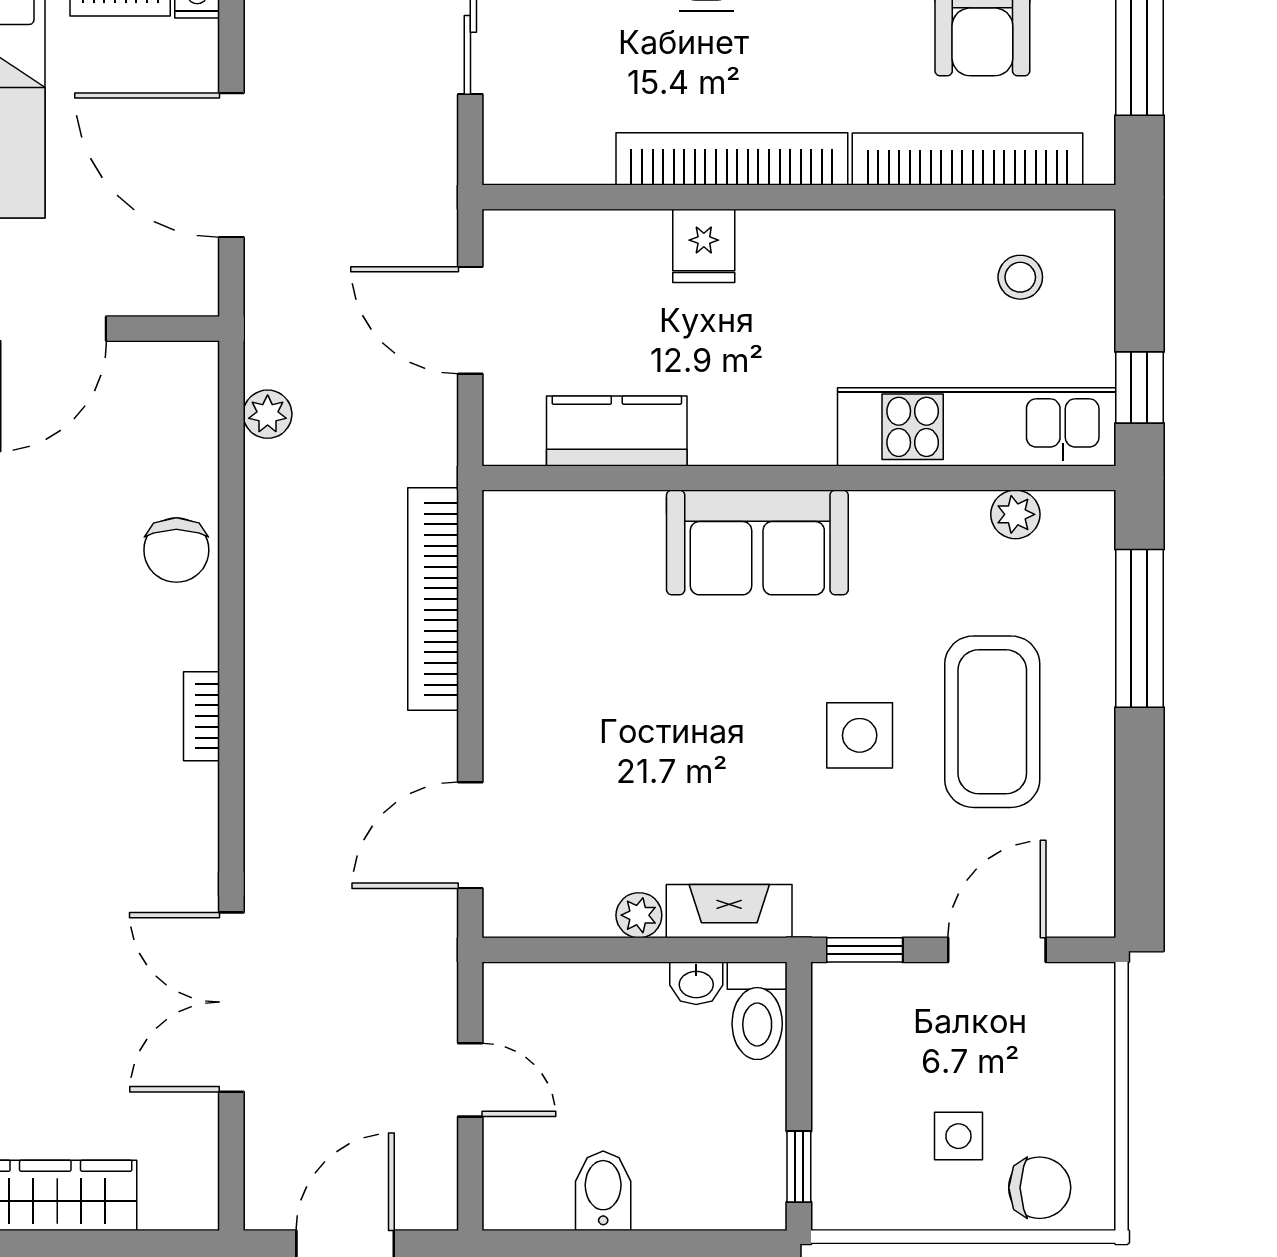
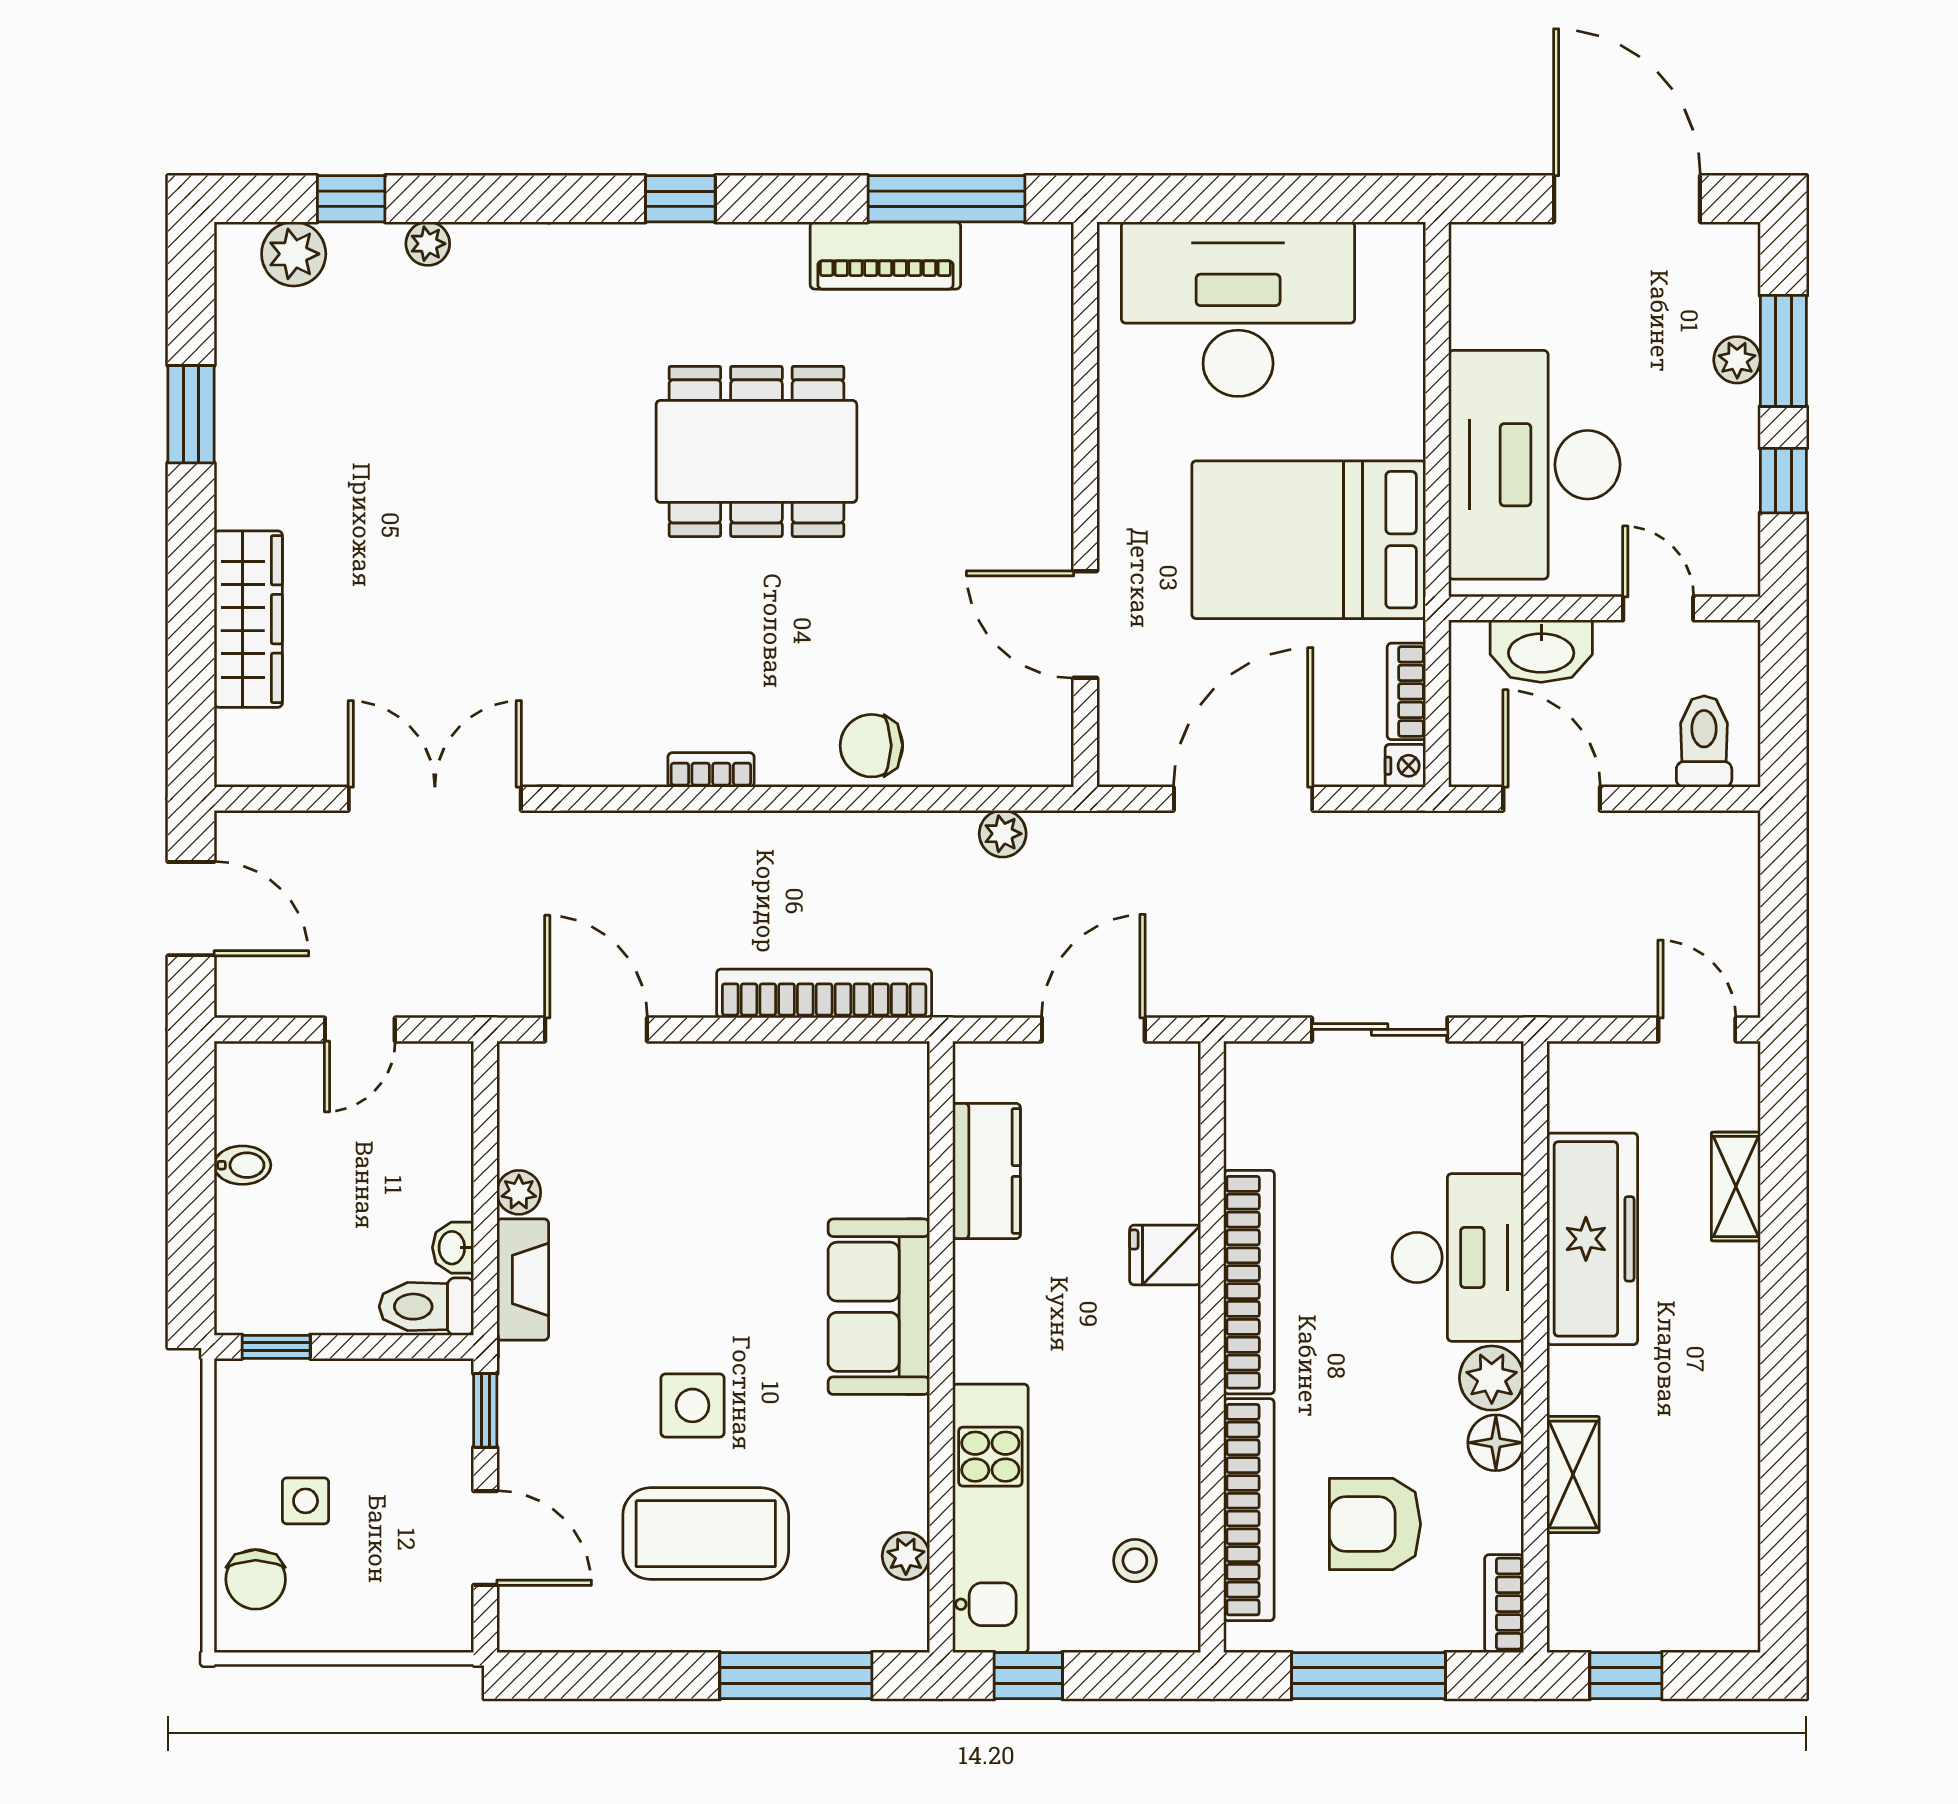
bidet: (603, 1191) -> (242, 1165), width x0.72, depth x0.74

